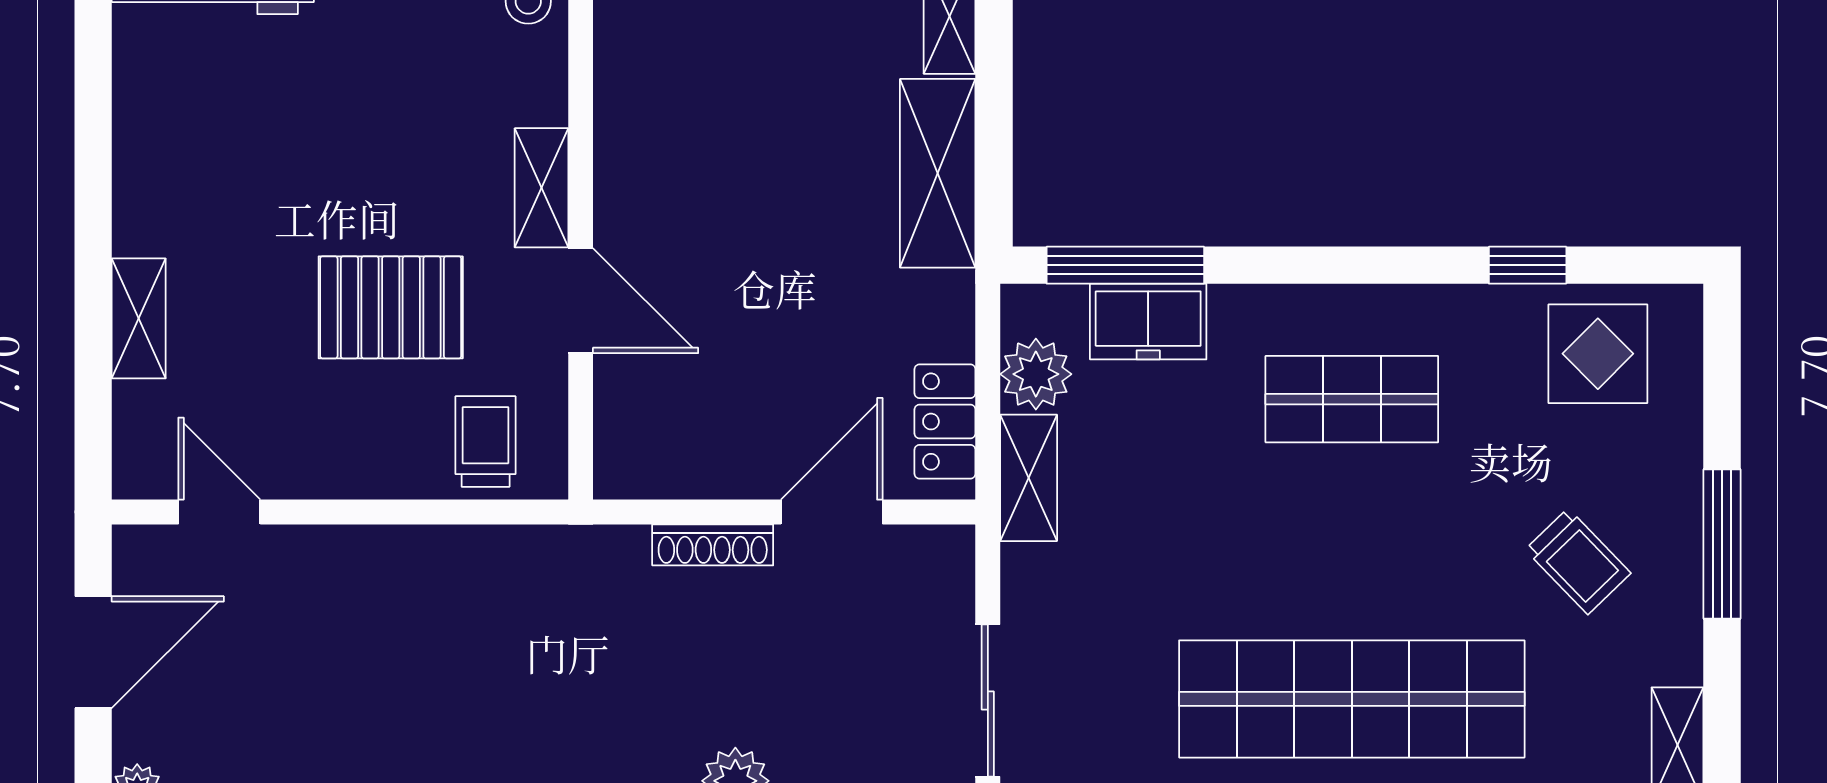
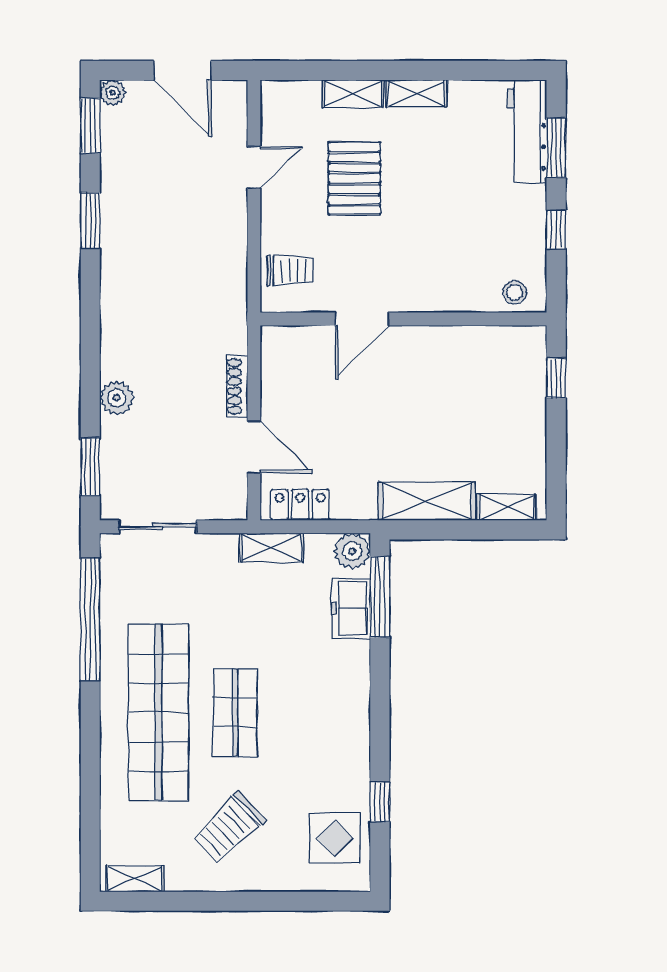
shelving: (541, 188) -> (416, 93), moved
pallet: (391, 307) -> (354, 178), moved
plant: (1036, 374) -> (352, 551), moved
shop shelf: (1352, 399) -> (235, 712), moved
door: (219, 512) -> (254, 167), moved
window: (1722, 544) -> (238, 901), removed
trolley: (1578, 561) -> (229, 828), width x1.36, depth x1.39

